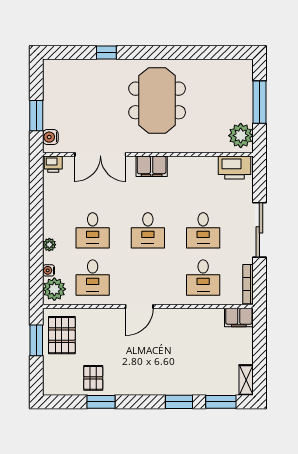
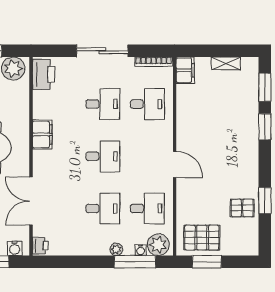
double door: (100, 154) -> (31, 201), swing flipped
filing cabinet: (152, 166) -> (42, 134), moved
window: (36, 264) -> (135, 262), added
shelving: (246, 380) -> (226, 63), moved

